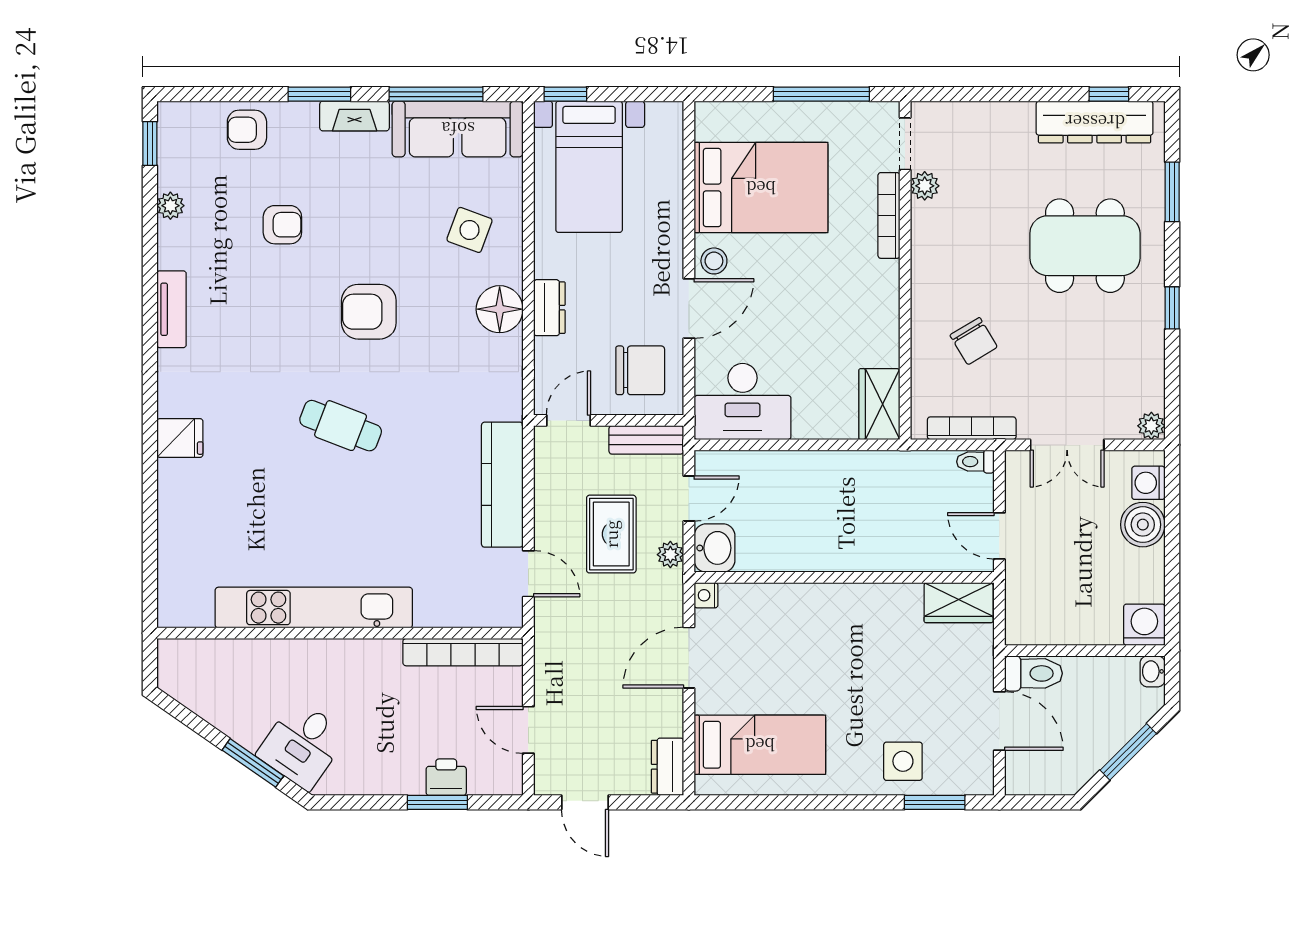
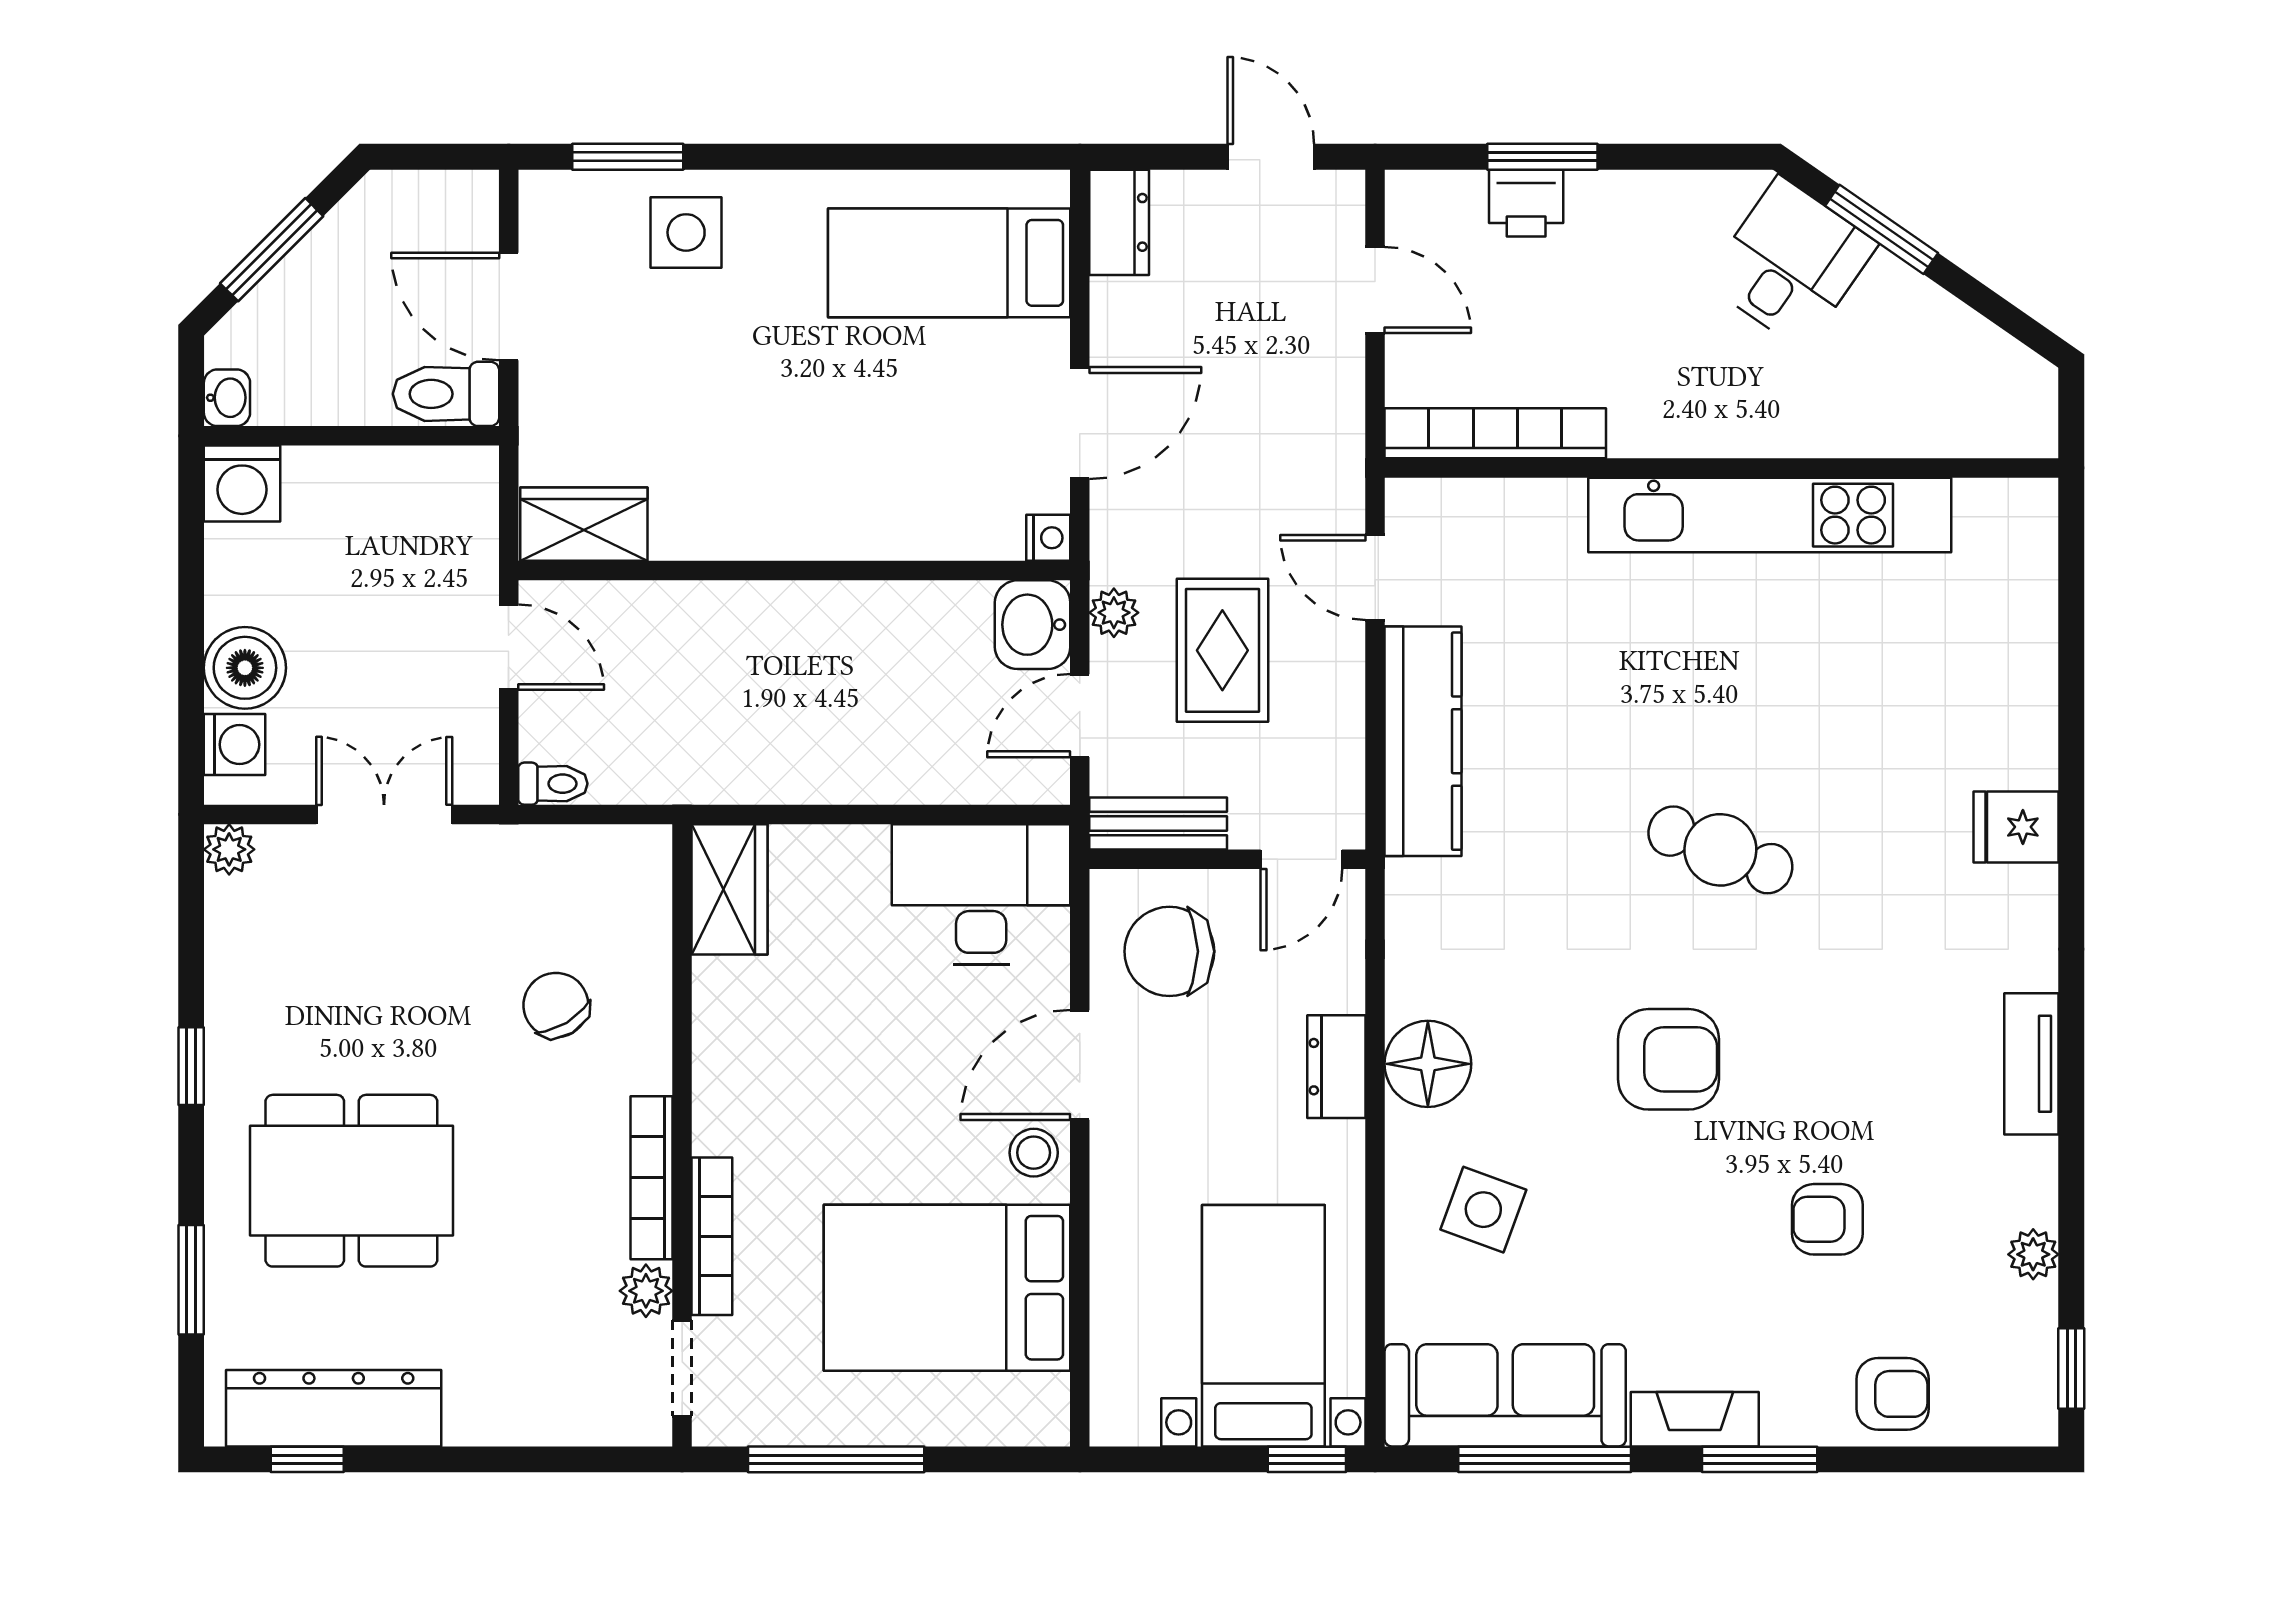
bookcase: (972, 428) -> (652, 1178), moved, turned 90

